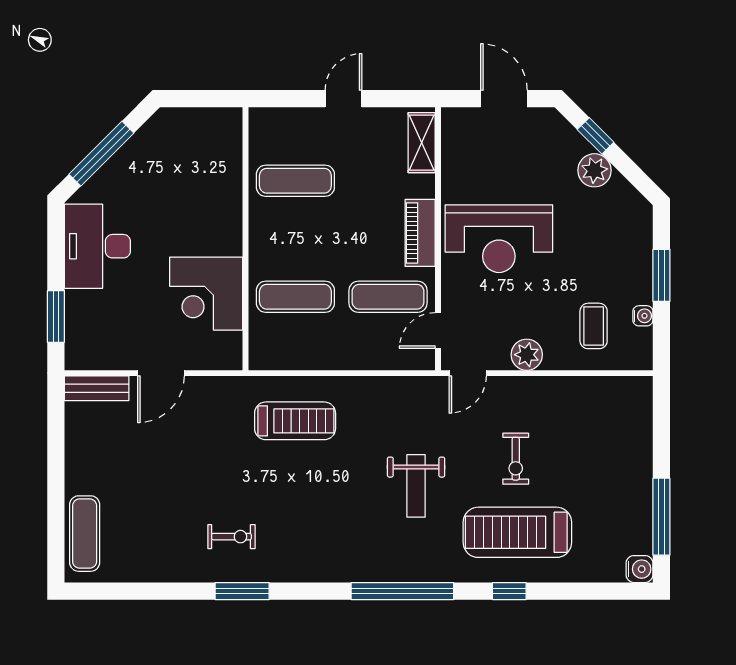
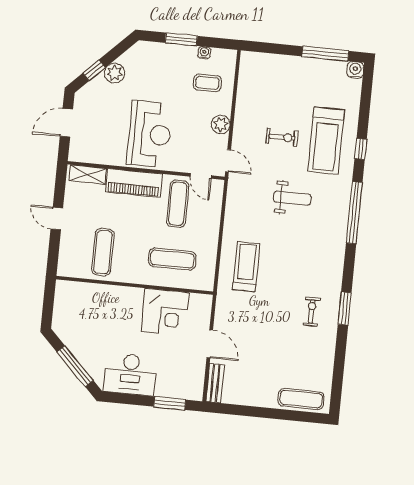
piano: (420, 233) -> (134, 183), width x1.37, depth x1.33
exercise mat: (295, 297) -> (172, 259), turned 90

